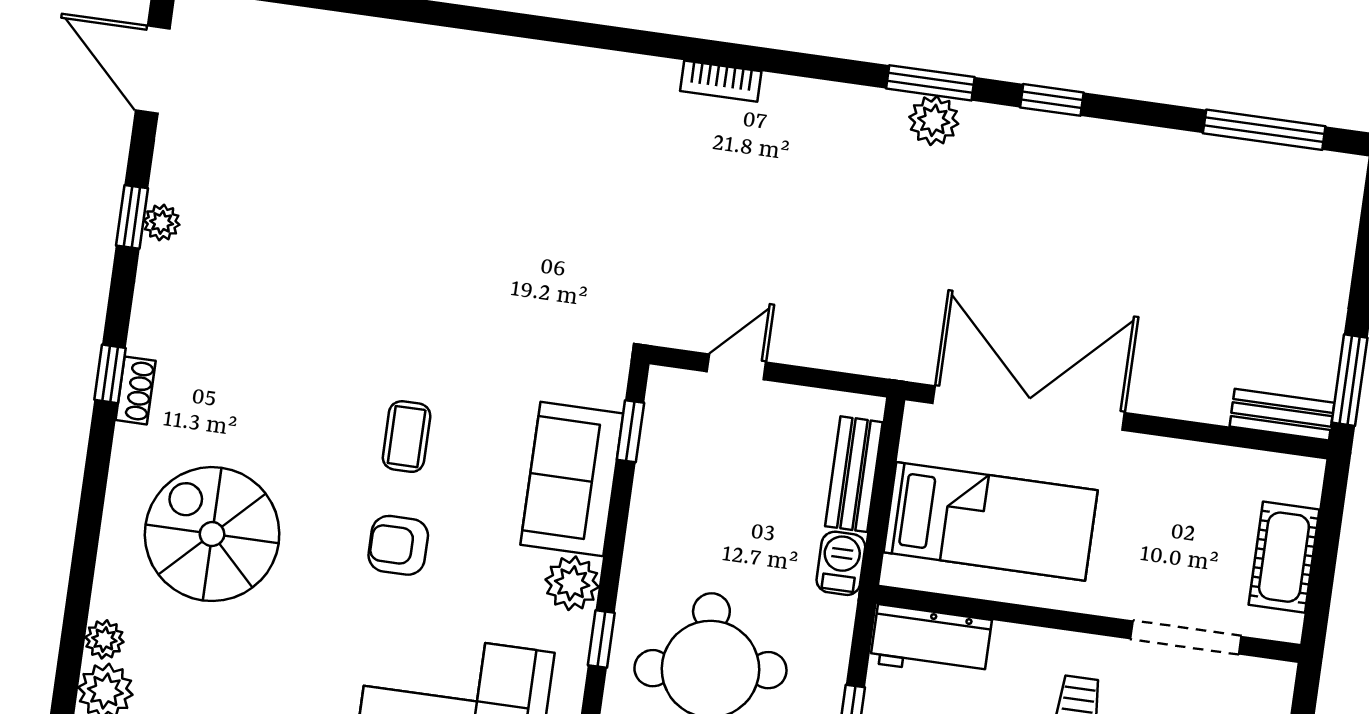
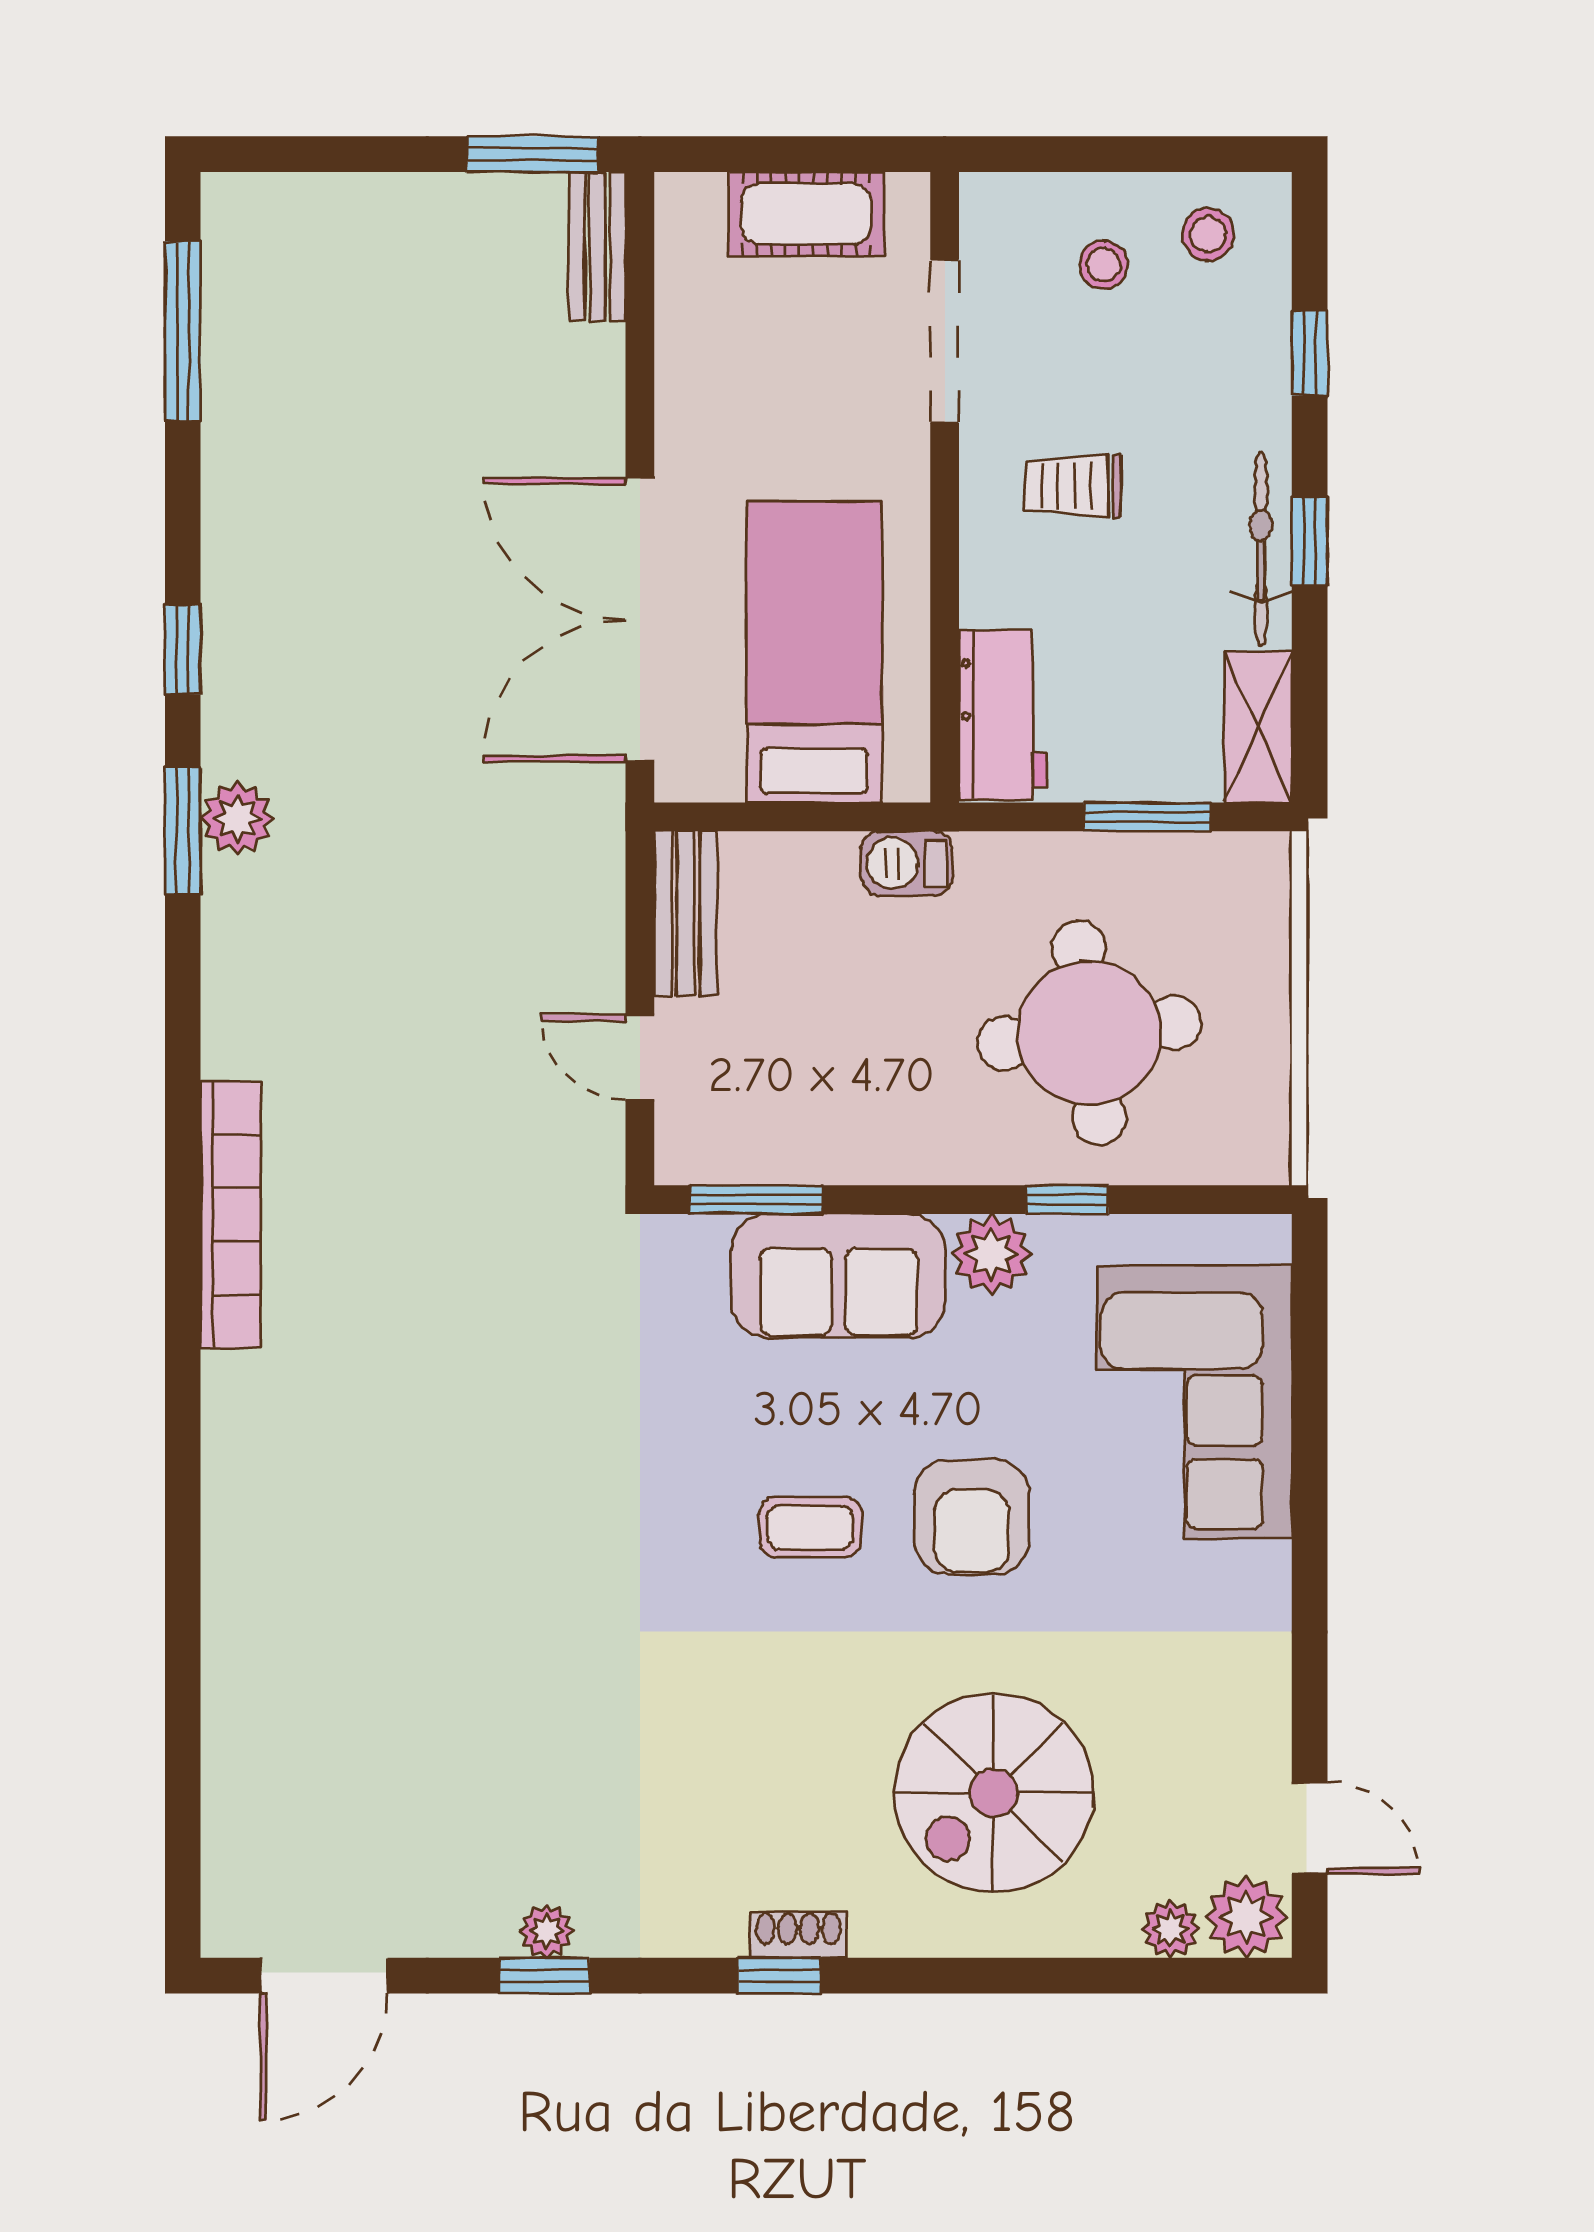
bookcase: (721, 81) -> (231, 1215), width x2.31, depth x1.31
window: (630, 431) -> (756, 1200), width x1.50
bench: (854, 474) -> (686, 914), moved, turned 90
armchair: (398, 545) -> (972, 1517), width x1.38, depth x1.38

